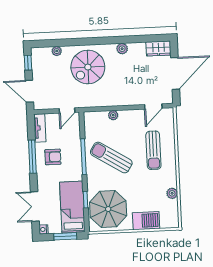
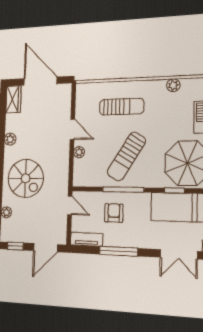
door: (153, 106) -> (72, 129), moved
armchair: (53, 157) -> (114, 213), moved

